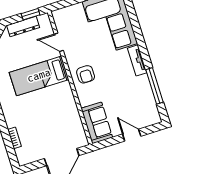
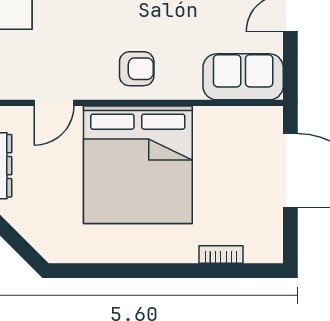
bed: (39, 76) -> (138, 165), width x2.04

